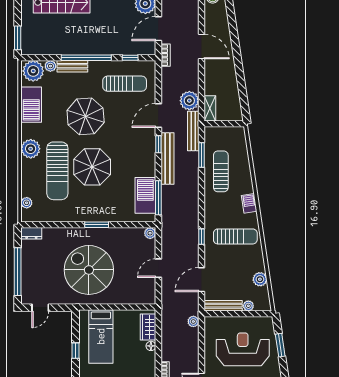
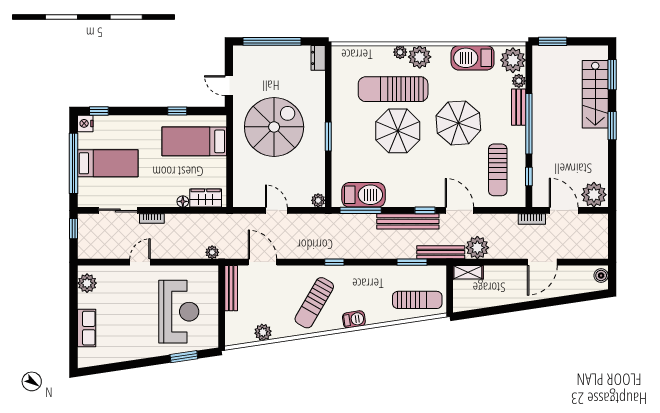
sun lounger: (221, 171) -> (417, 300), moved
plant: (27, 203) -> (400, 52), moved
sun lounger: (235, 236) -> (314, 303), turned 30
window: (202, 237) -> (334, 262), moved
plant: (248, 306) -> (231, 318), removed
door: (40, 308) -> (229, 86), moved

